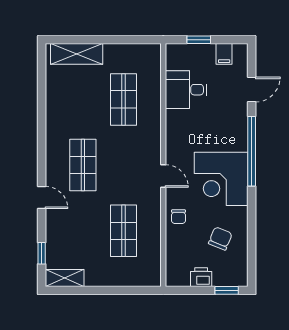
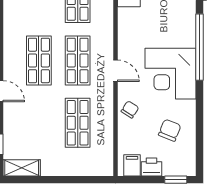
shop shelf: (123, 165) -> (78, 60), added
chair: (178, 217) -> (130, 109), turned -147
filing cabinet: (181, 275) -> (132, 165), added

